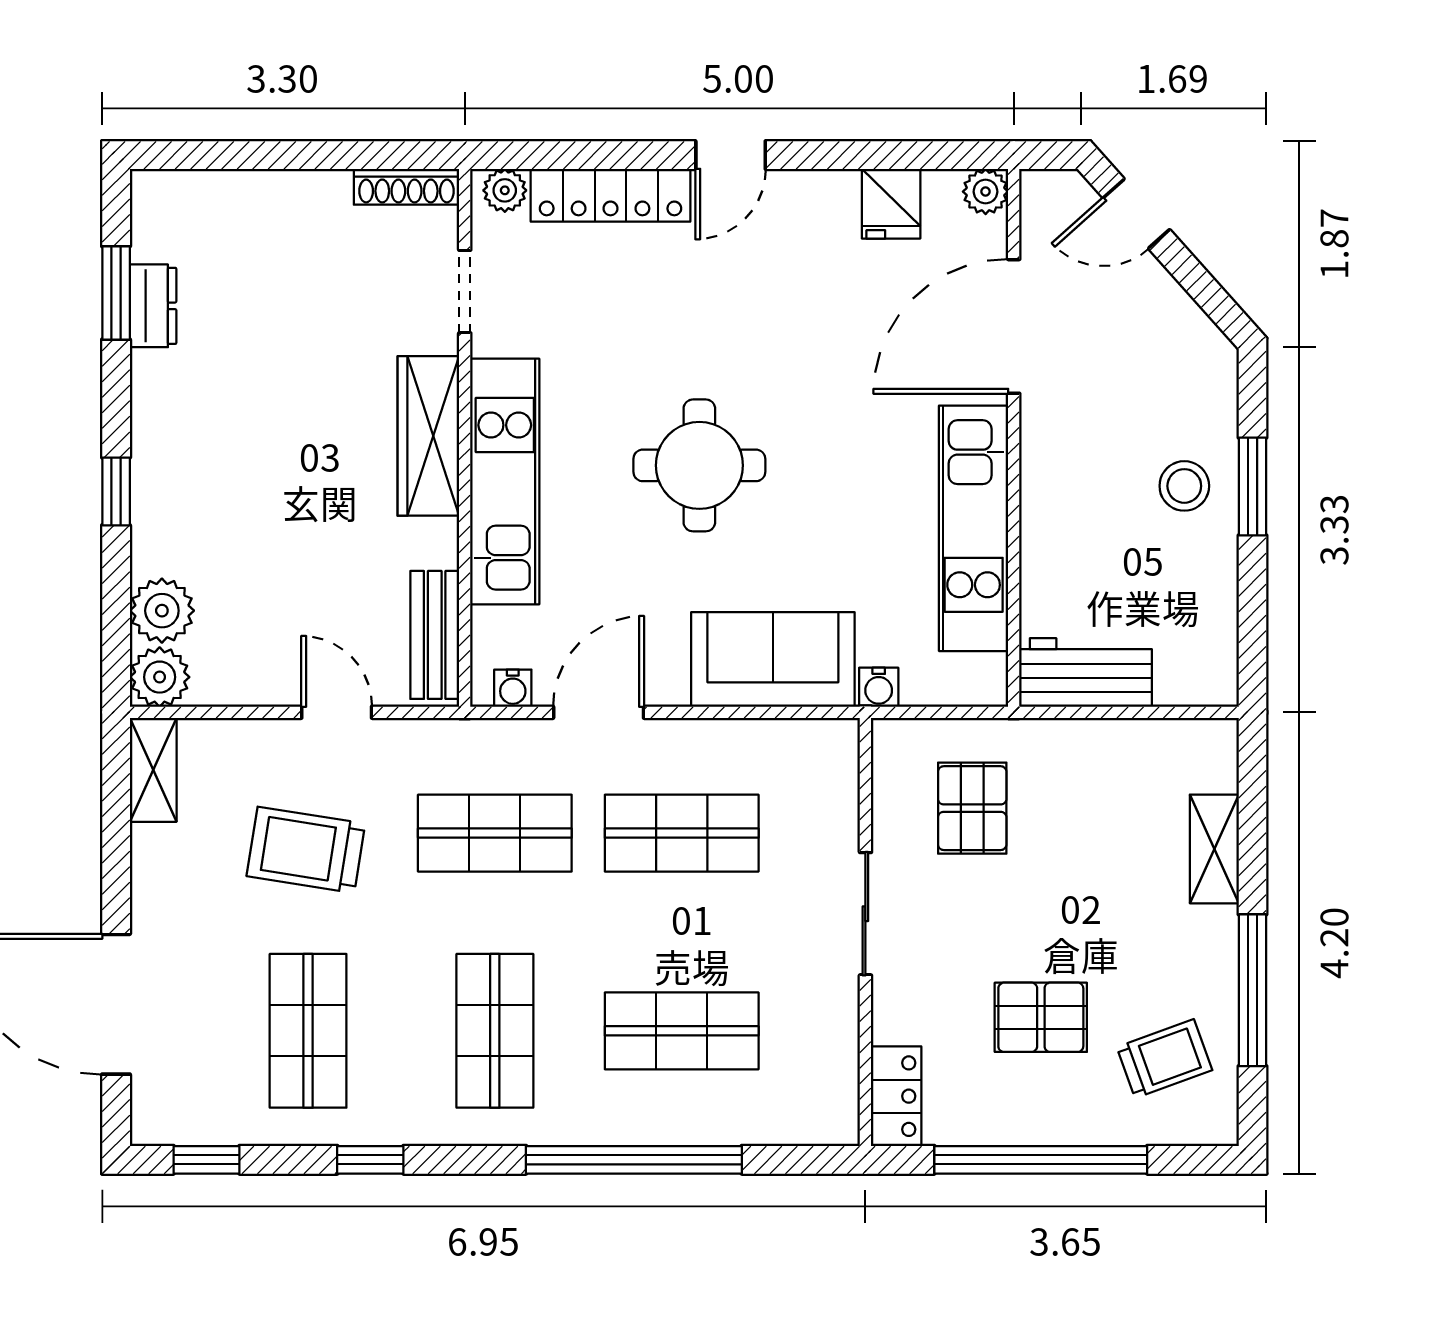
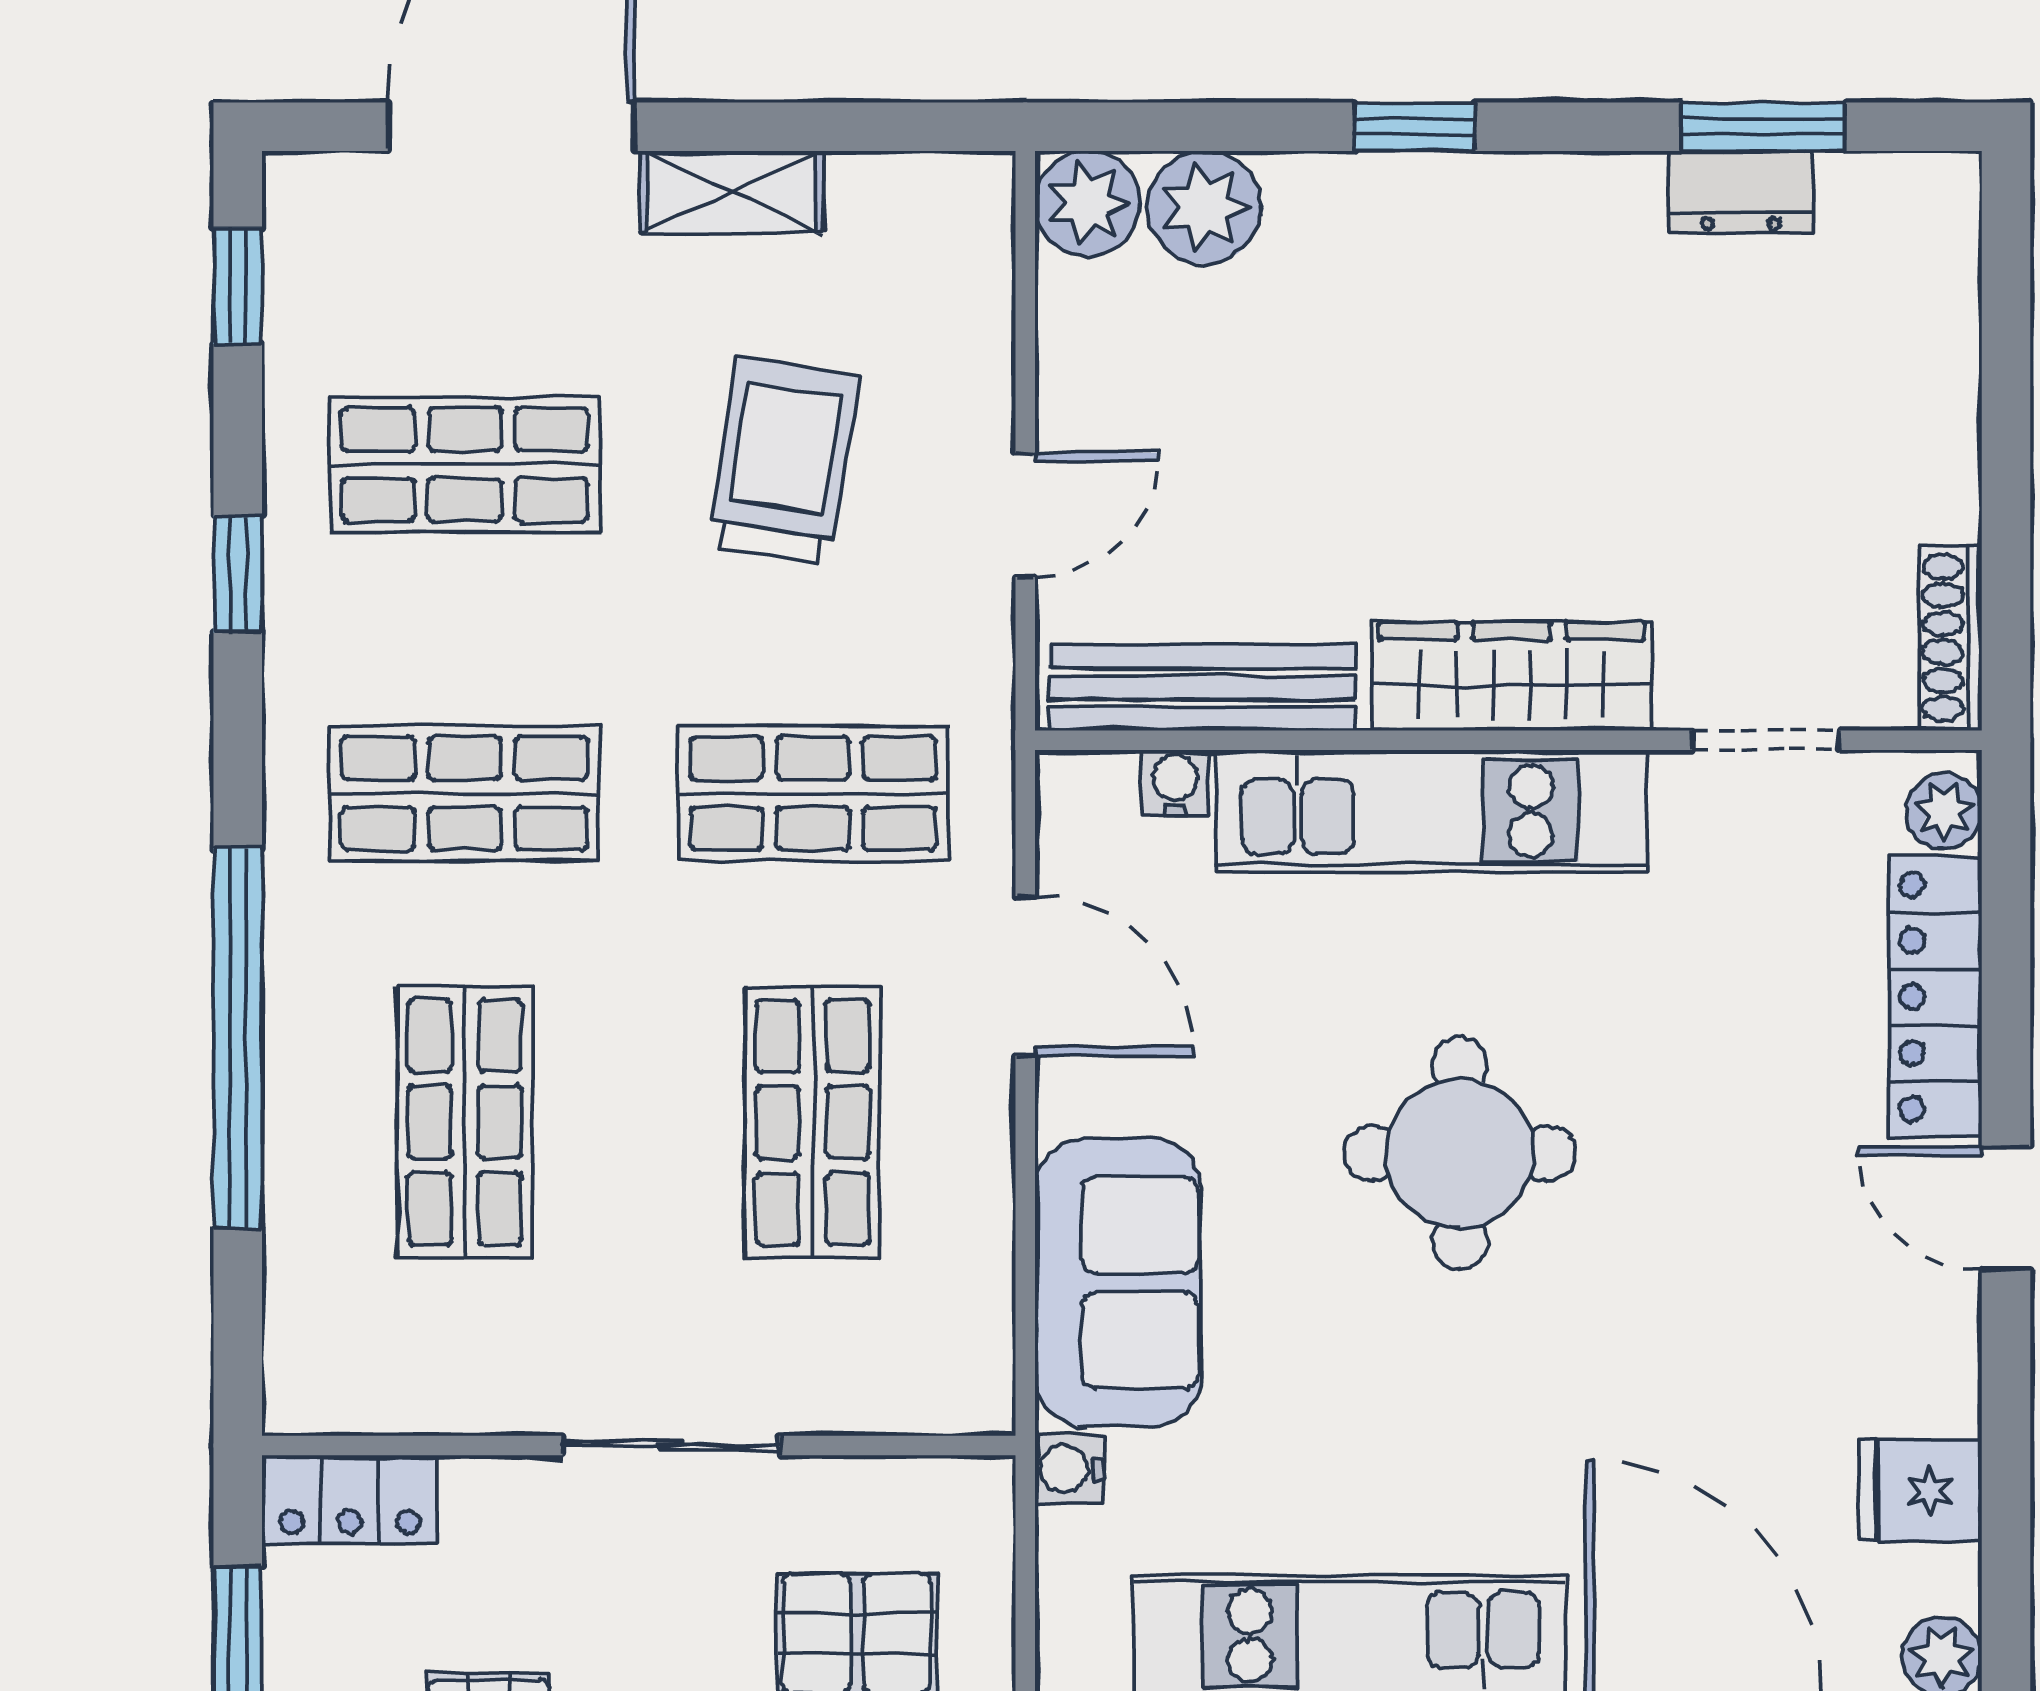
bench: (435, 635) -> (1202, 688), width x1.36
water cooler: (513, 688) -> (1175, 783), moved, turned 90
shelving: (153, 770) -> (732, 192), moved
shop shelf: (495, 833) -> (813, 793), turned 90

